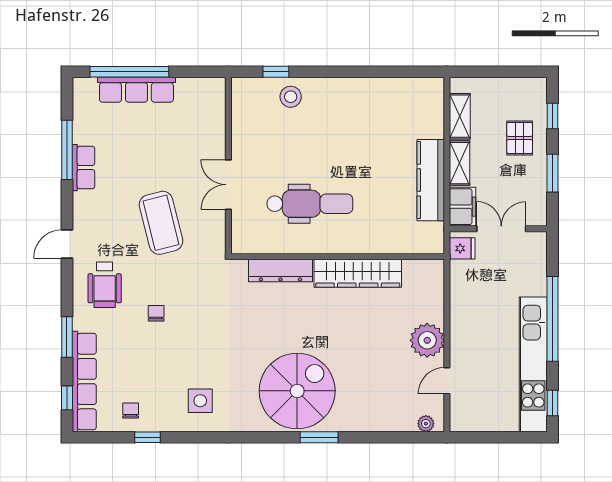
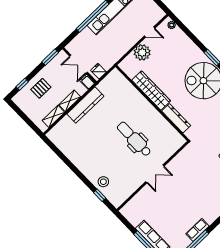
window: (553, 173) -> (50, 57), moved
filing cabinet: (463, 207) -> (87, 82), width x0.50
coffee table: (161, 223) -> (191, 184), removed
wall: (338, 257) -> (152, 103), moved
dresser: (280, 271) -> (176, 118), moved
wardrobe: (358, 273) -> (151, 90), moved

